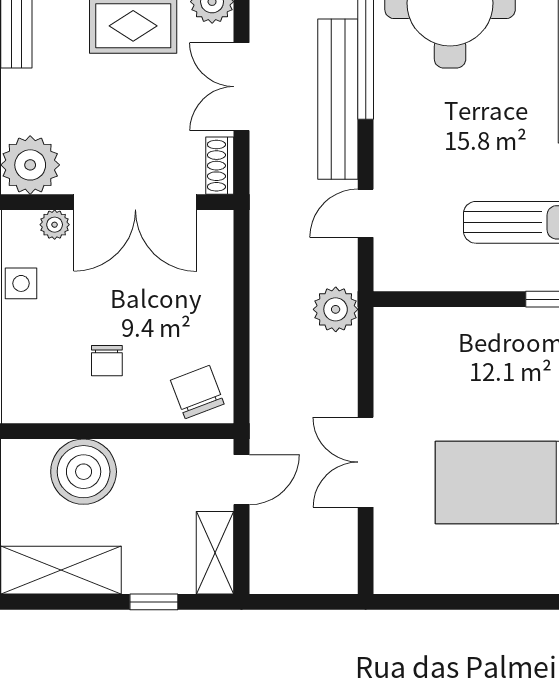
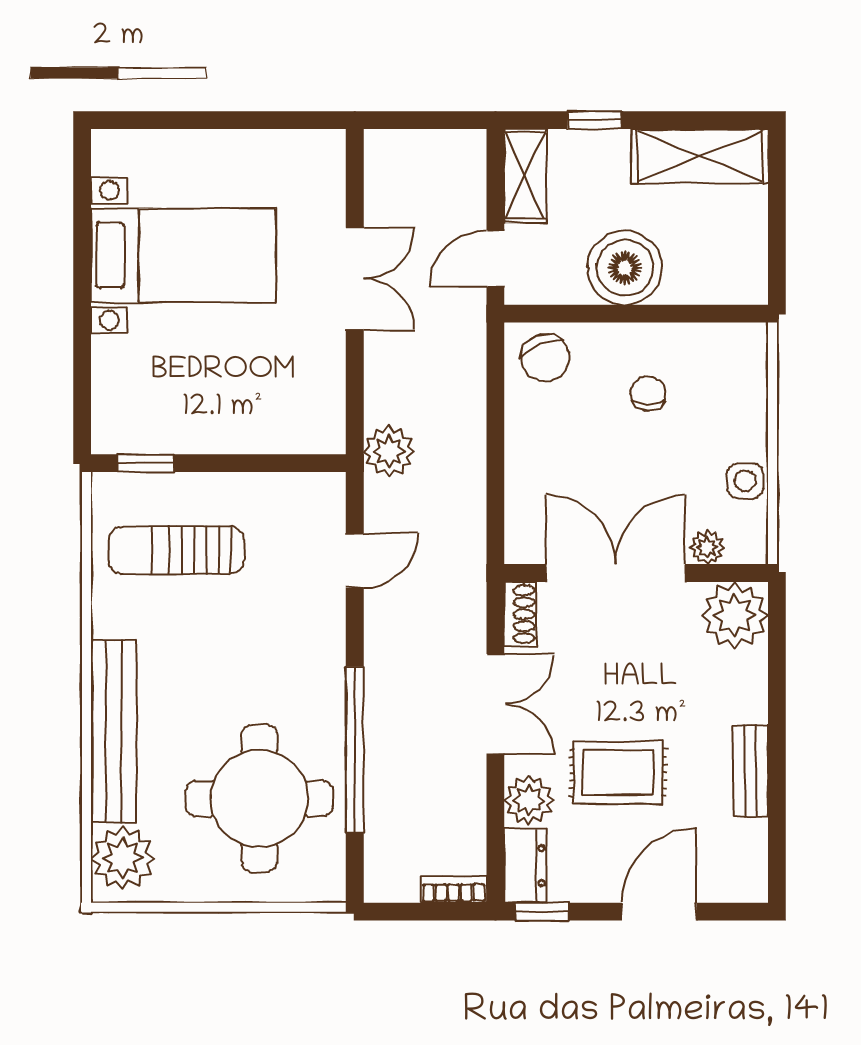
bench: (338, 99) -> (386, 690), removed
boiler: (84, 472) -> (625, 268), moved

